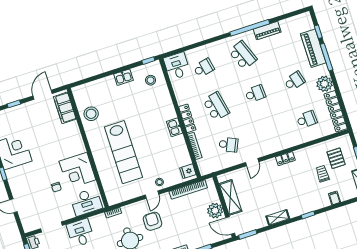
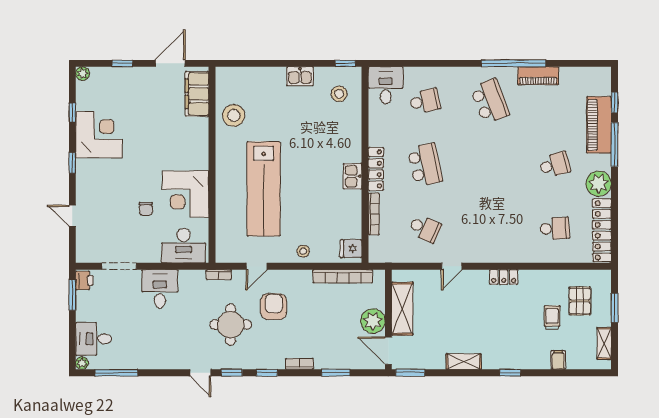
school desk: (255, 94) -> (490, 165), removed
door: (152, 195) -> (256, 266), moved

